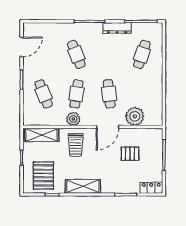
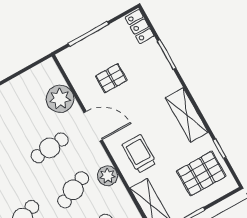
cafe table: (76, 94) -> (73, 190), turned -33
trolley: (76, 145) -> (139, 154), turned -90
pallet: (130, 154) -> (111, 78), turned 90

